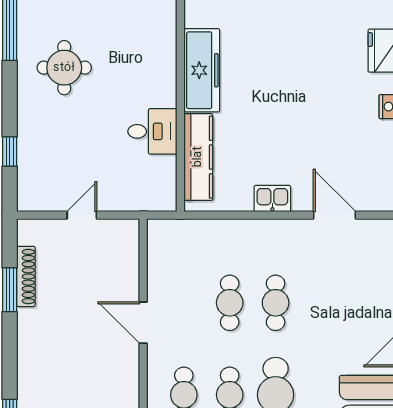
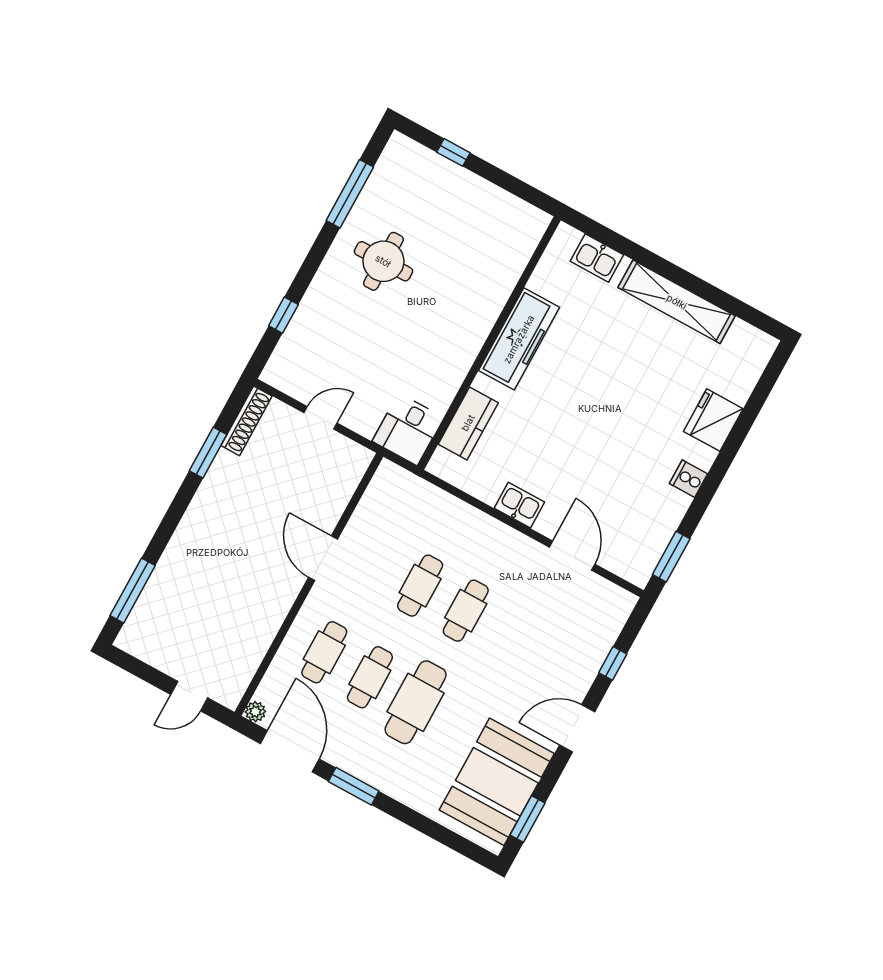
desk: (152, 131) -> (408, 429), moved, turned 90
kitchen counter: (198, 157) -> (468, 423), width x0.67
shoe rack: (26, 276) -> (247, 421), moved

